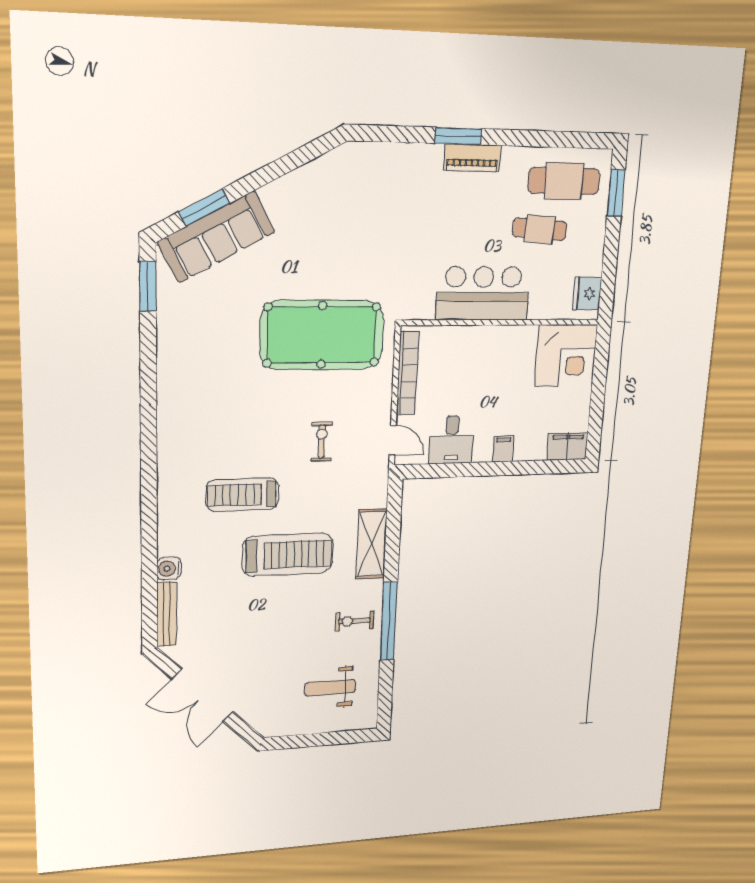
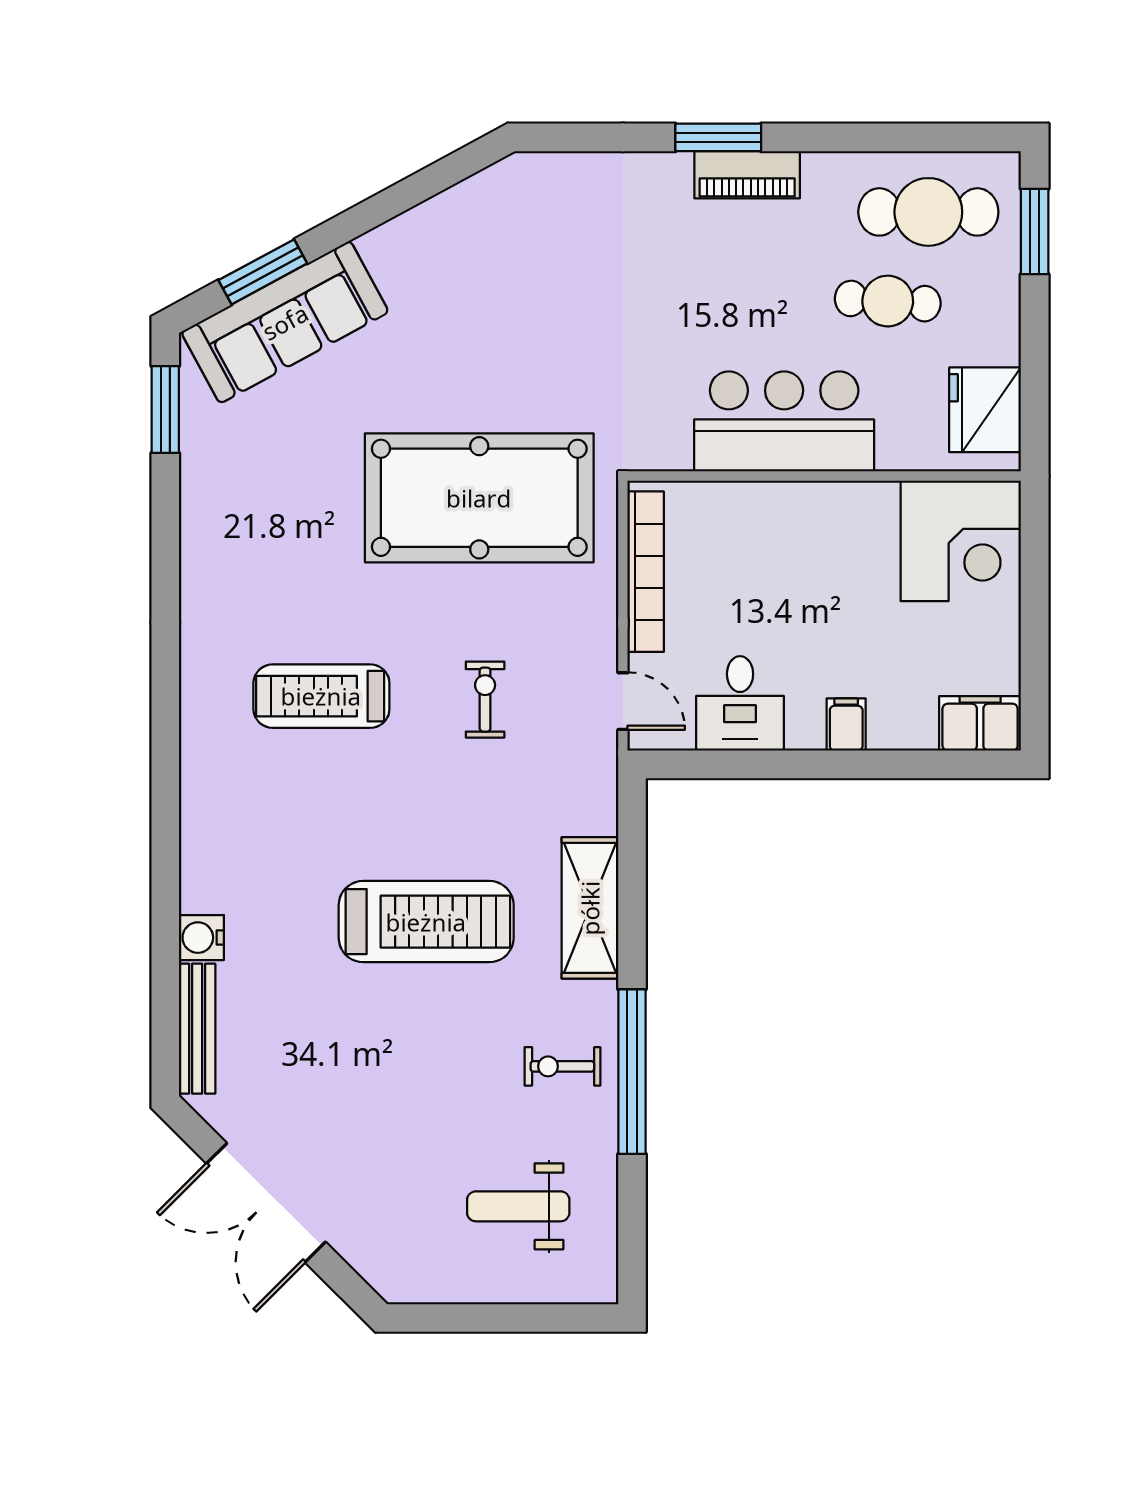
fridge: (587, 293) -> (985, 410), width x1.36, depth x1.34
treadmill: (242, 495) -> (321, 696), moved

